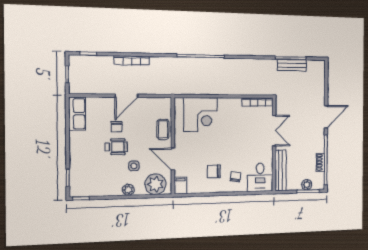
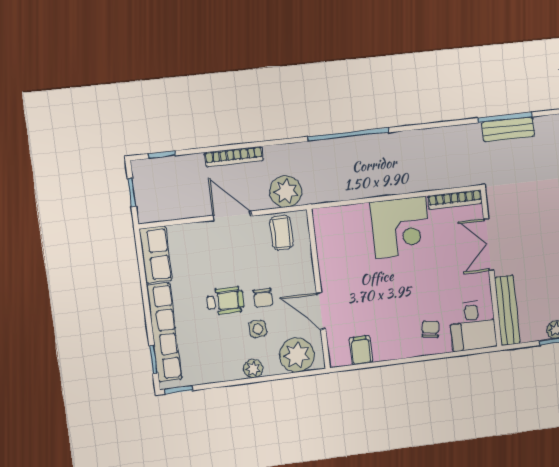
plant: (160, 85) -> (286, 191), added
door: (126, 96) -> (232, 216), swing flipped
corner desk: (201, 115) -> (401, 227), moved
chair: (117, 127) -> (263, 298), moved
coffee table: (163, 129) -> (281, 233), moved
double door: (274, 131) -> (489, 245), swing flipped
row of seats: (77, 162) -> (164, 332), added
chair: (214, 171) -> (392, 324), removed
filing cabinet: (181, 186) -> (361, 350), moved

